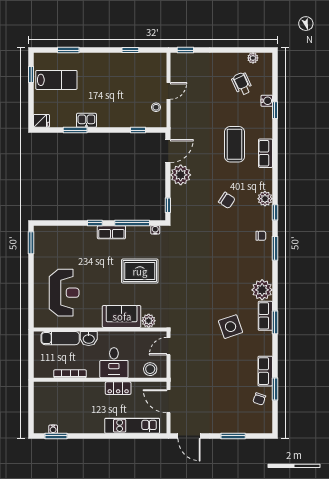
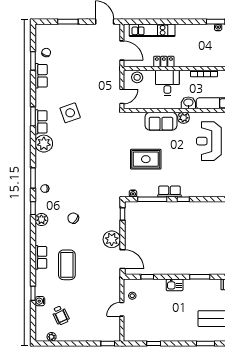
kitchen sink: (86, 120) -> (175, 285), moved
door: (168, 151) -> (122, 259), swing flipped
plant: (149, 321) -> (183, 118), moved

